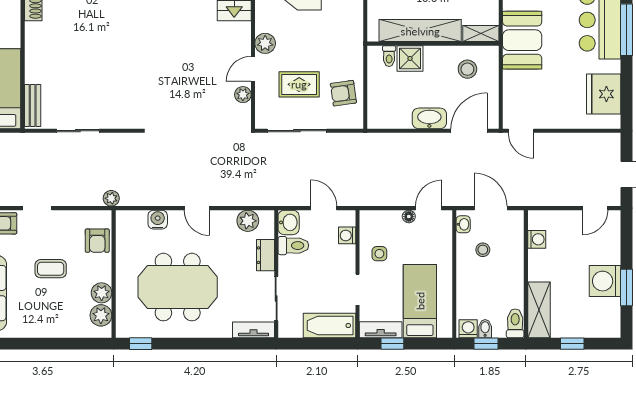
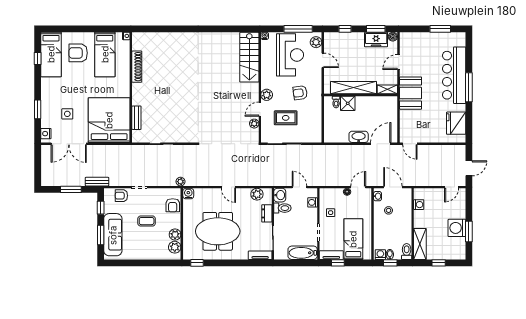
stool: (467, 69) -> (380, 109), removed
armchair: (343, 93) -> (300, 93), moved
bench: (33, 105) -> (136, 118), moved
water cooler: (158, 220) -> (188, 194), moved

